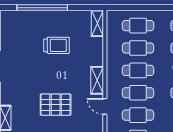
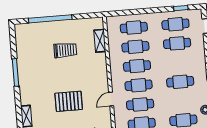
shelving: (97, 23) -> (100, 41), moved
shelving: (97, 80) -> (103, 77), removed
door: (105, 106) -> (111, 99), hinge flipped

